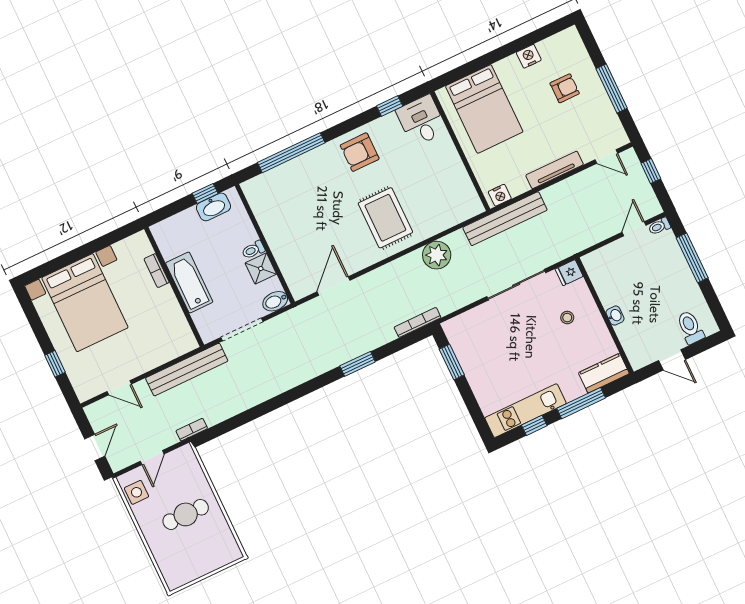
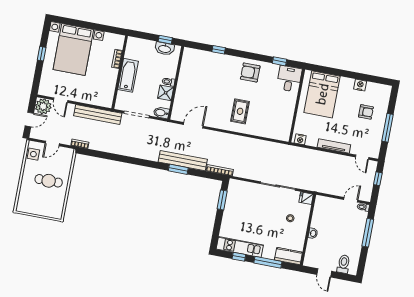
window: (291, 153) -> (219, 50), width x0.32
rug: (385, 218) -> (240, 111), width x0.73, depth x0.70
bench: (505, 219) -> (183, 161), moved
plant: (437, 255) -> (43, 106), moved
window: (55, 364) -> (42, 54), moved

